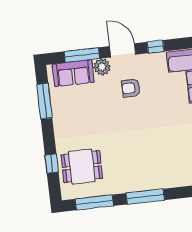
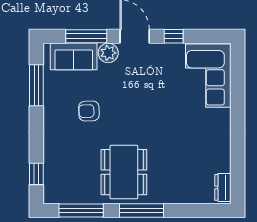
armchair: (131, 88) -> (89, 111), moved
window: (52, 164) -> (36, 174), moved
dining table: (82, 167) -> (124, 172), moved, width x1.38

